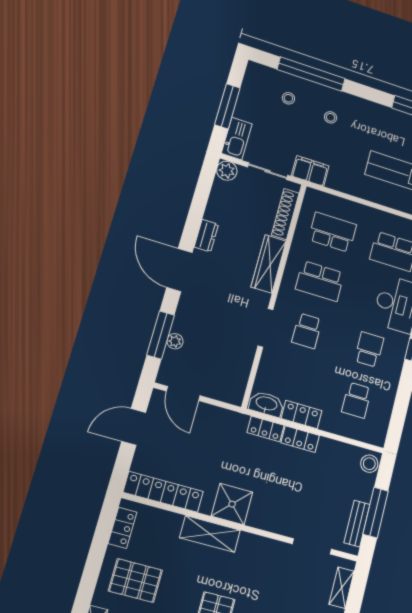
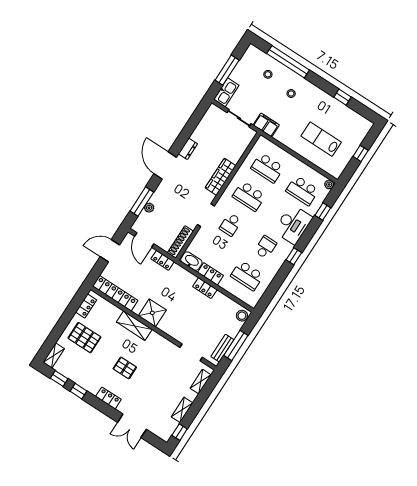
plant: (227, 171) -> (214, 111), removed
shoe rack: (285, 214) -> (180, 242), moved
school desk: (333, 232) -> (267, 168), turned 180
school desk: (357, 400) -> (247, 276), width x1.85
locker: (266, 429) -> (163, 260), moved

